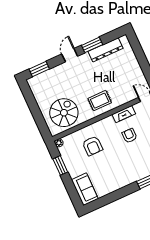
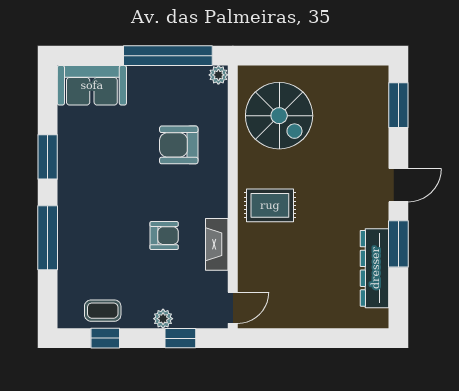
door: (70, 55) -> (398, 185), hinge flipped
rug: (100, 101) -> (270, 205), turned 90
window: (60, 165) -> (168, 56), width x2.11
window: (120, 194) -> (48, 157), added

